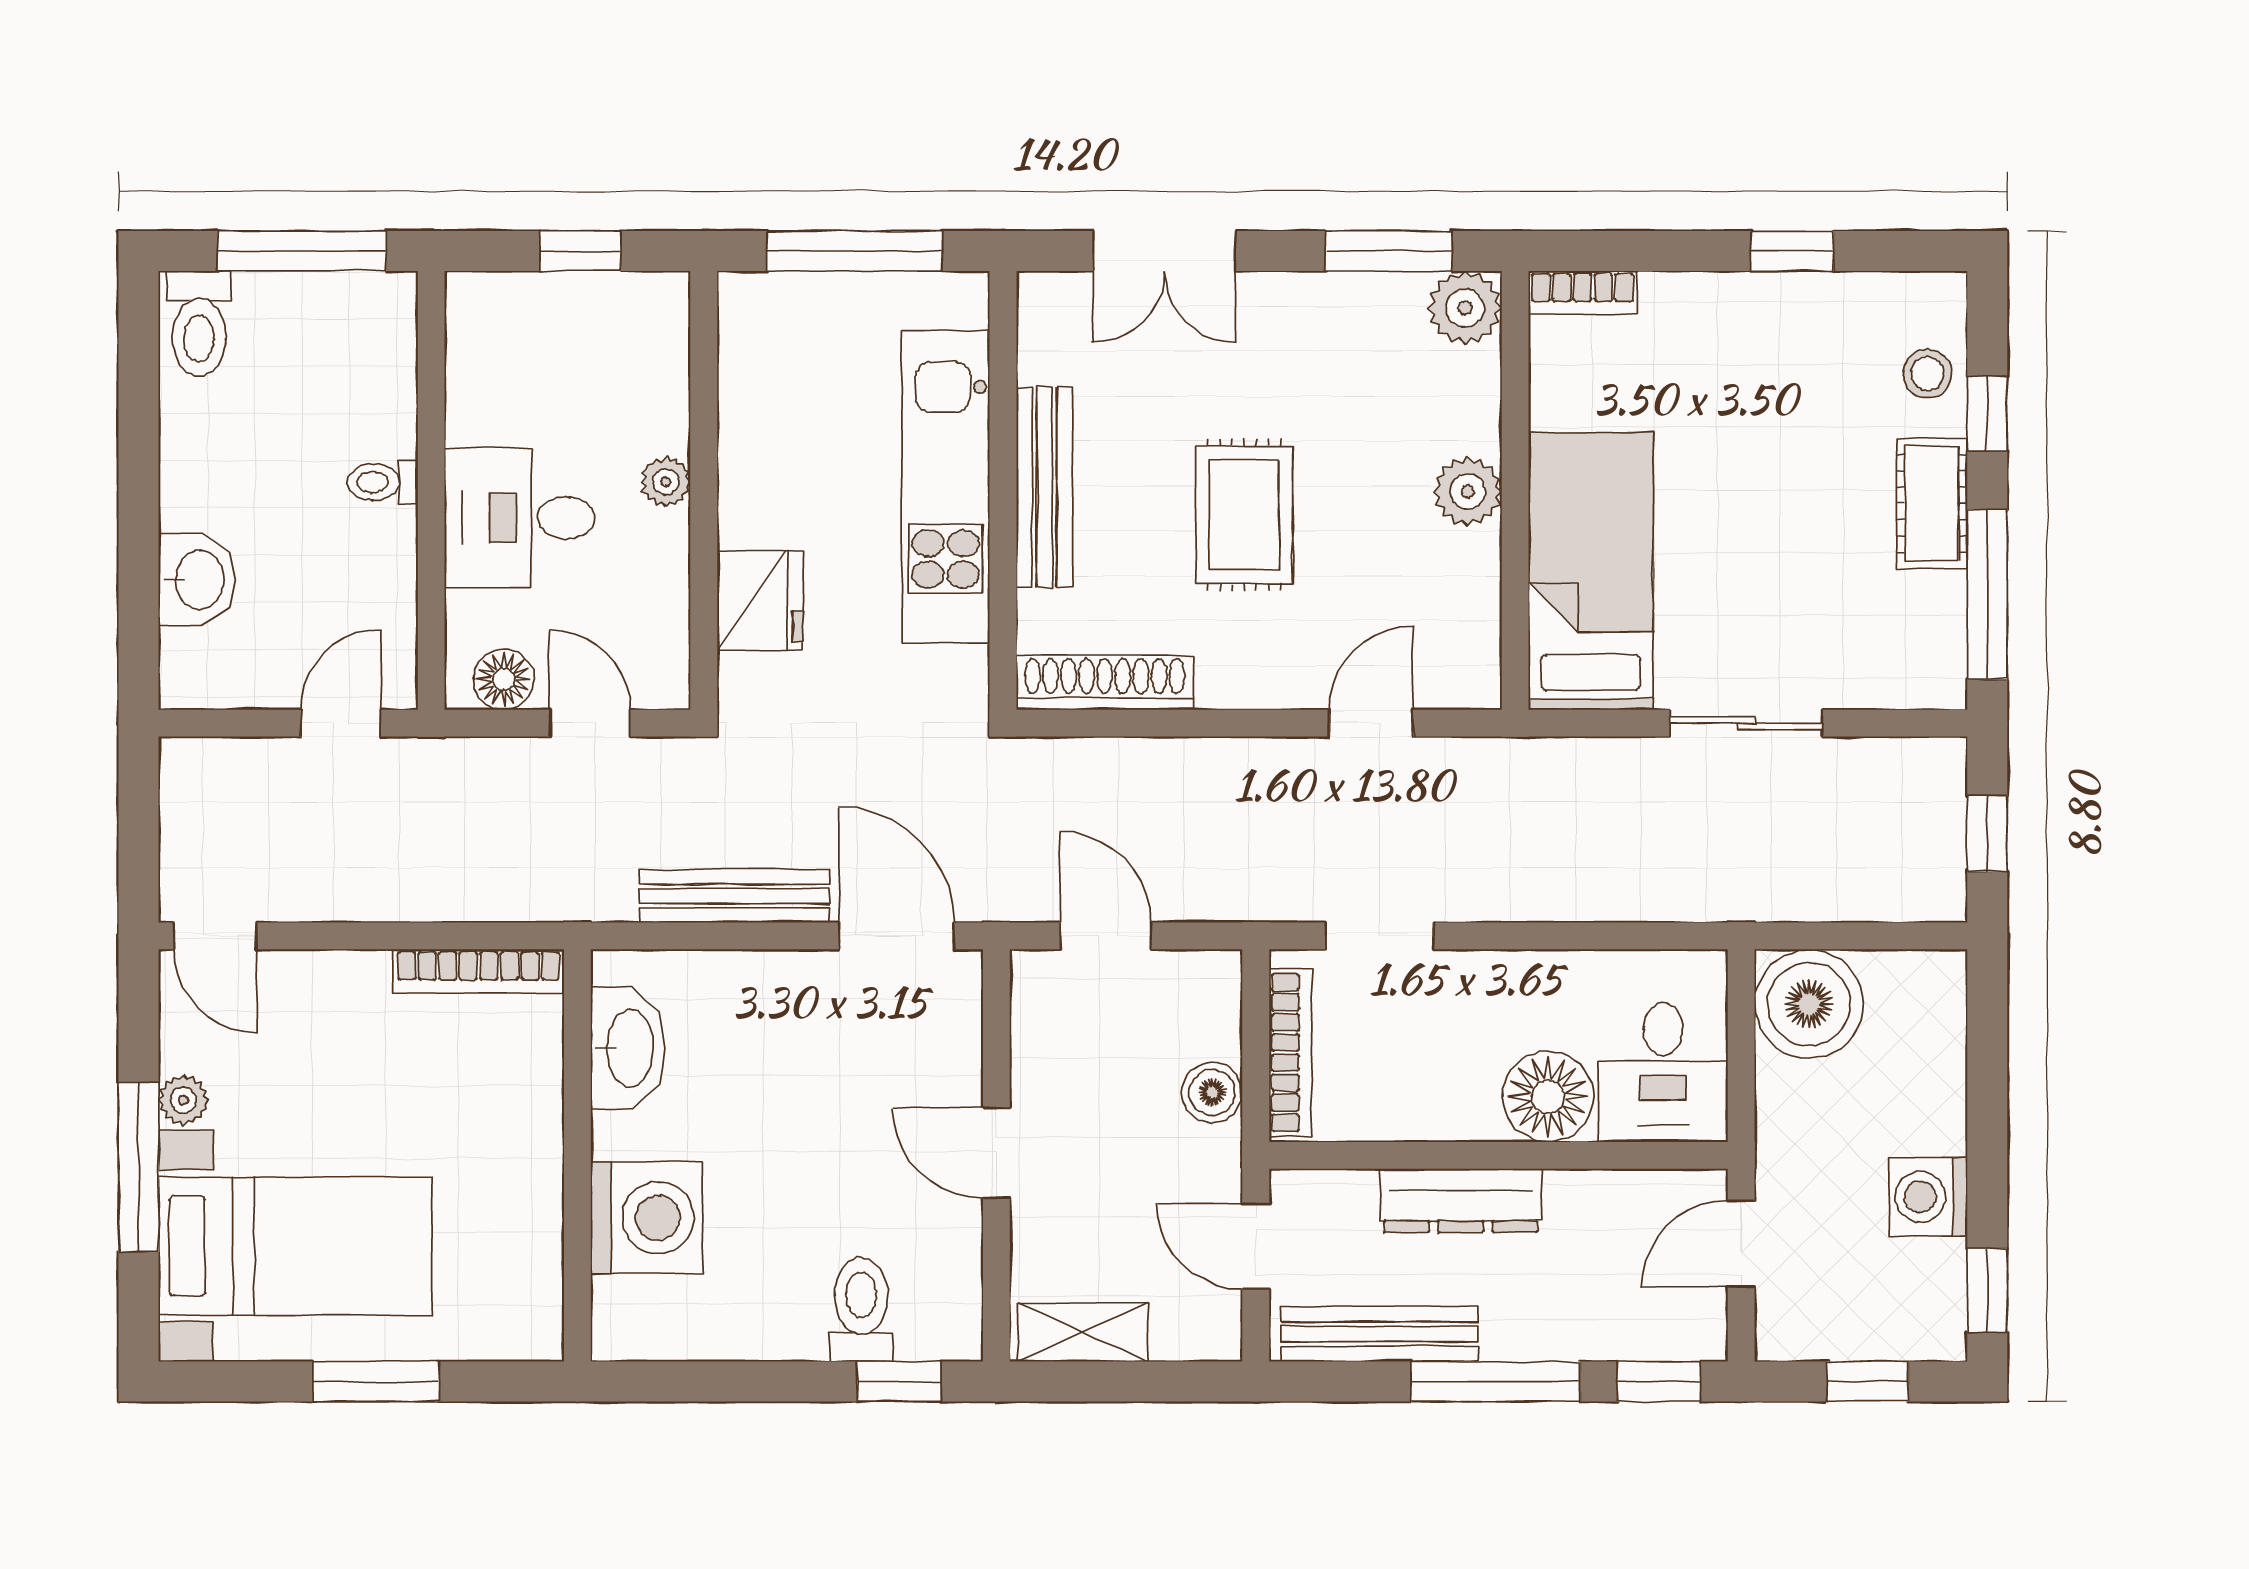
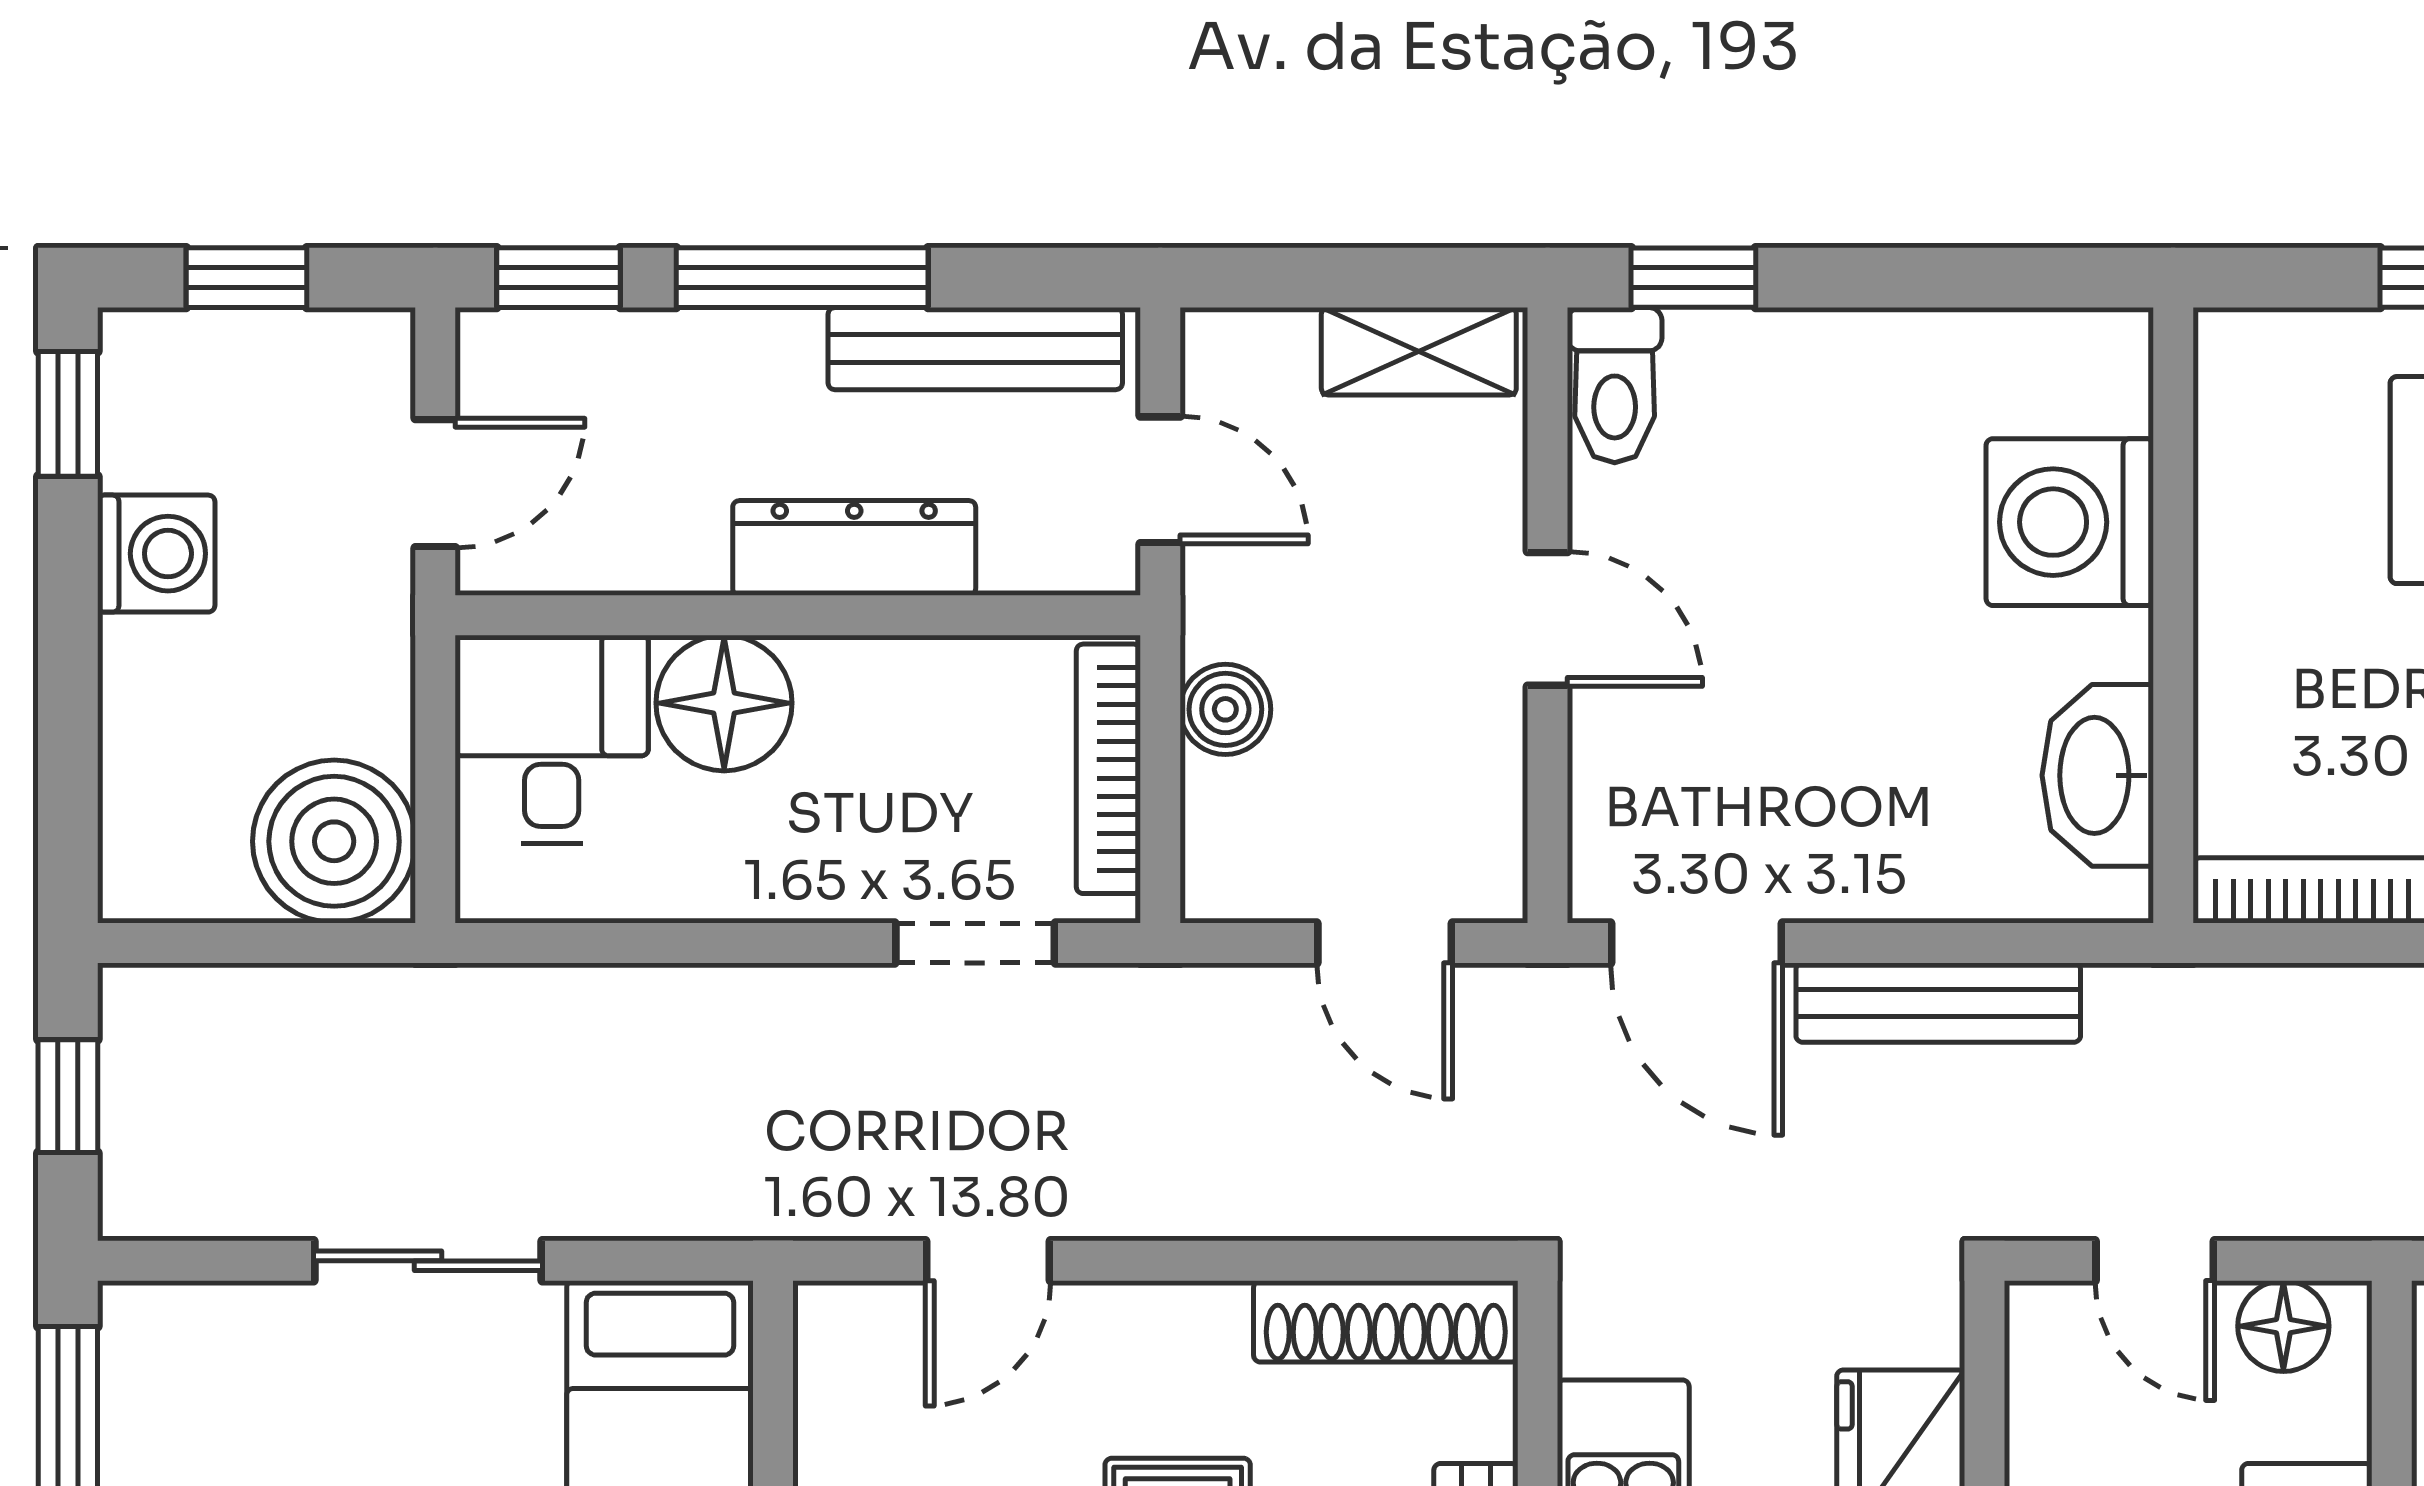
toilet: (861, 1309) -> (1615, 385), moved

